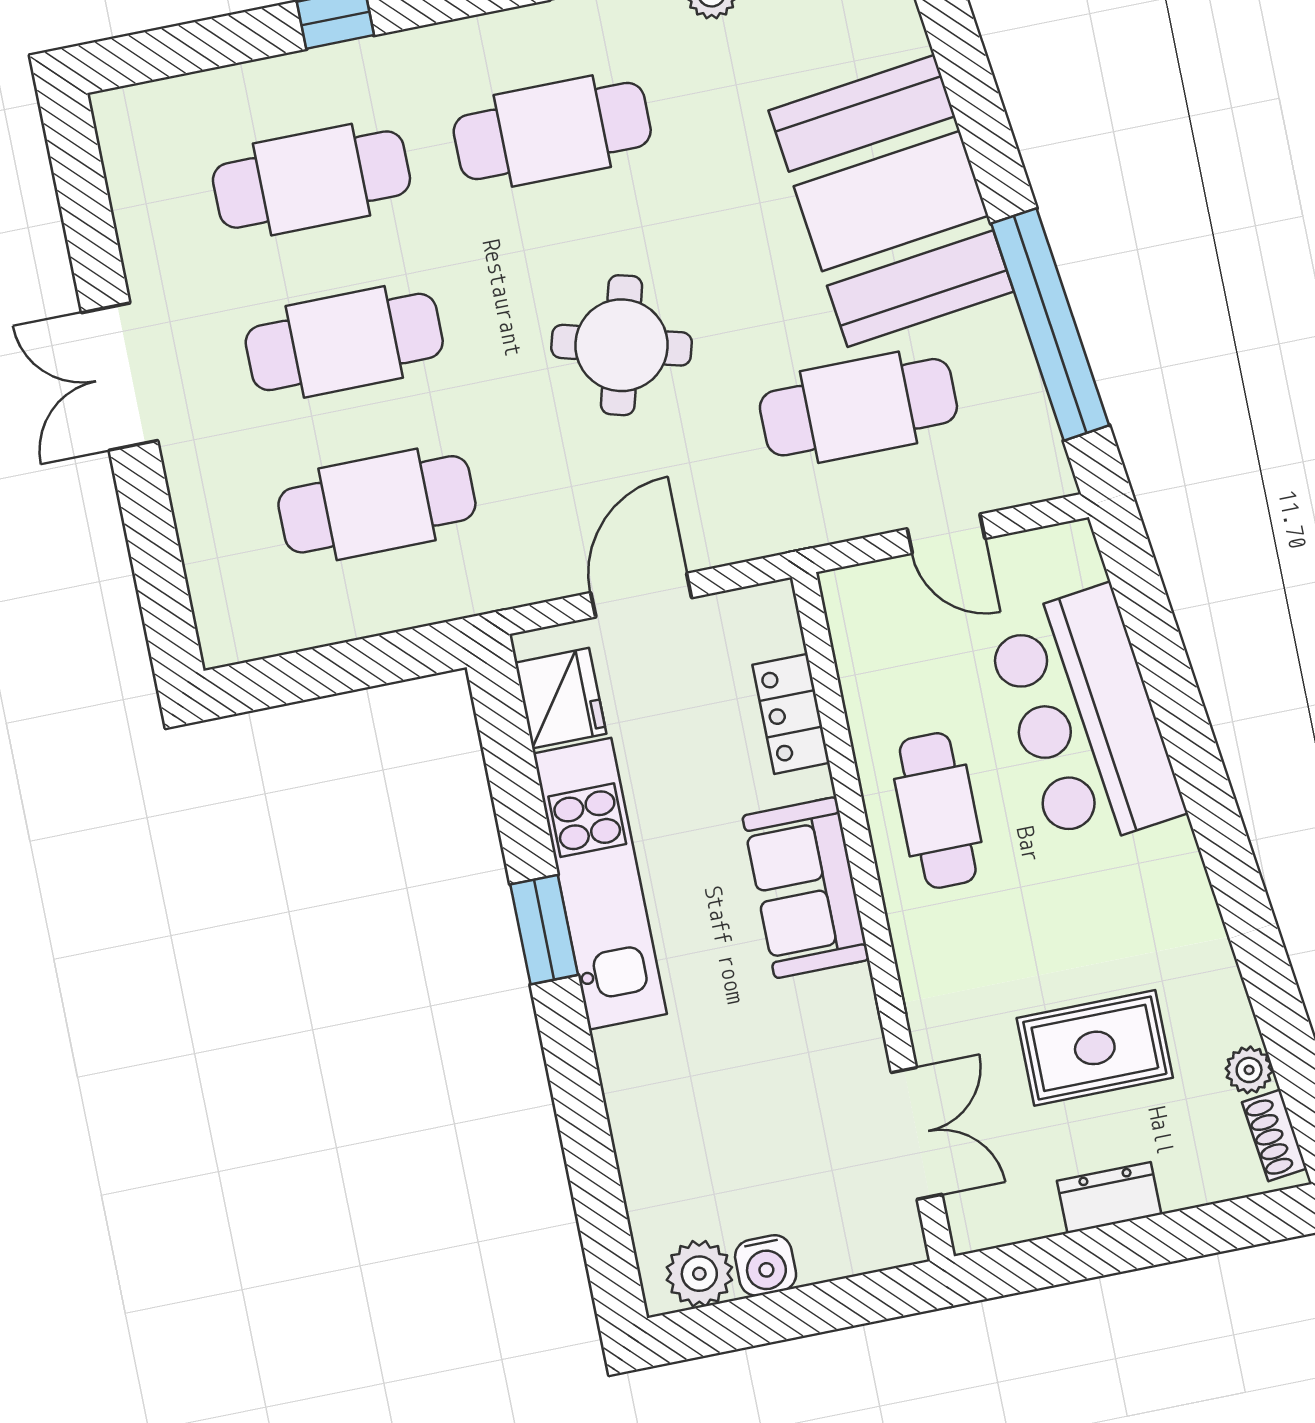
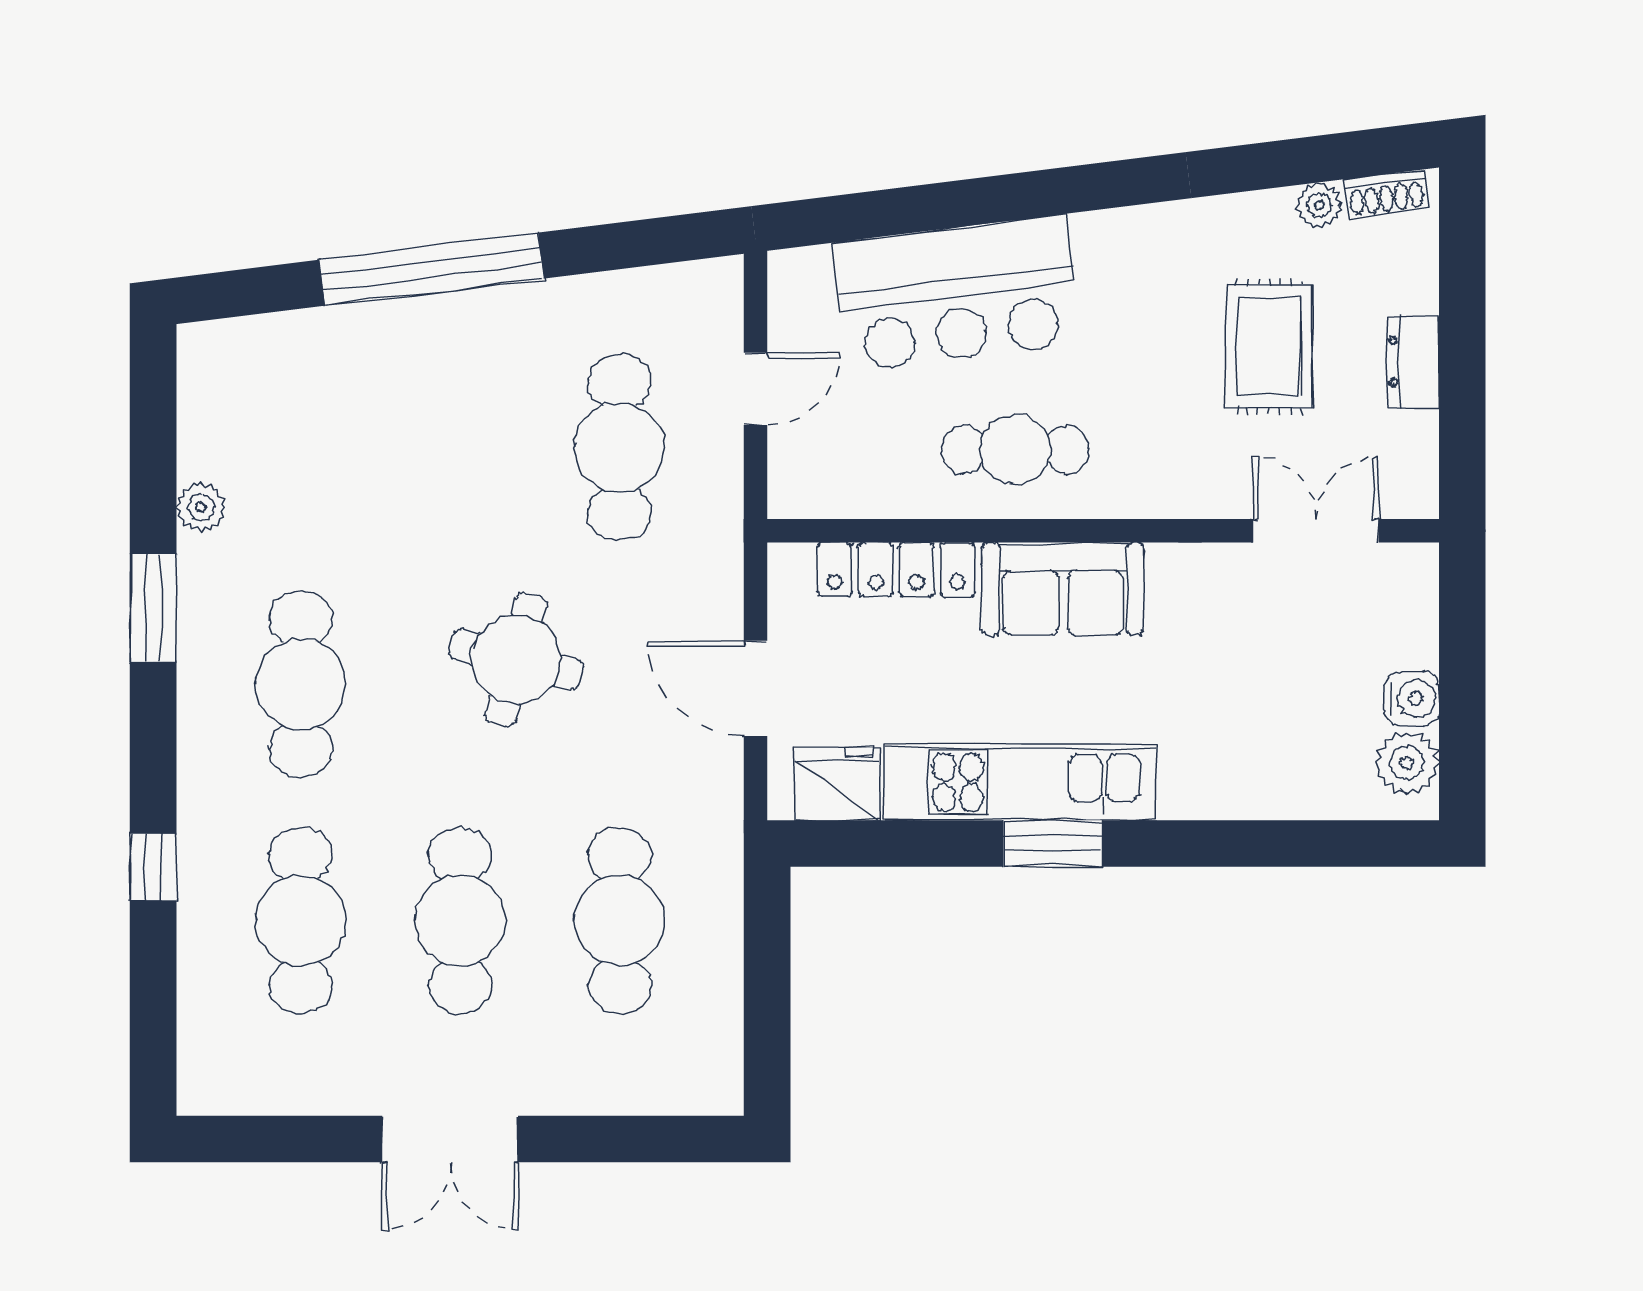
booth: (891, 201) -> (431, 378), removed
window: (1050, 324) -> (432, 269), moved
locker: (791, 714) -> (896, 570), width x1.53

